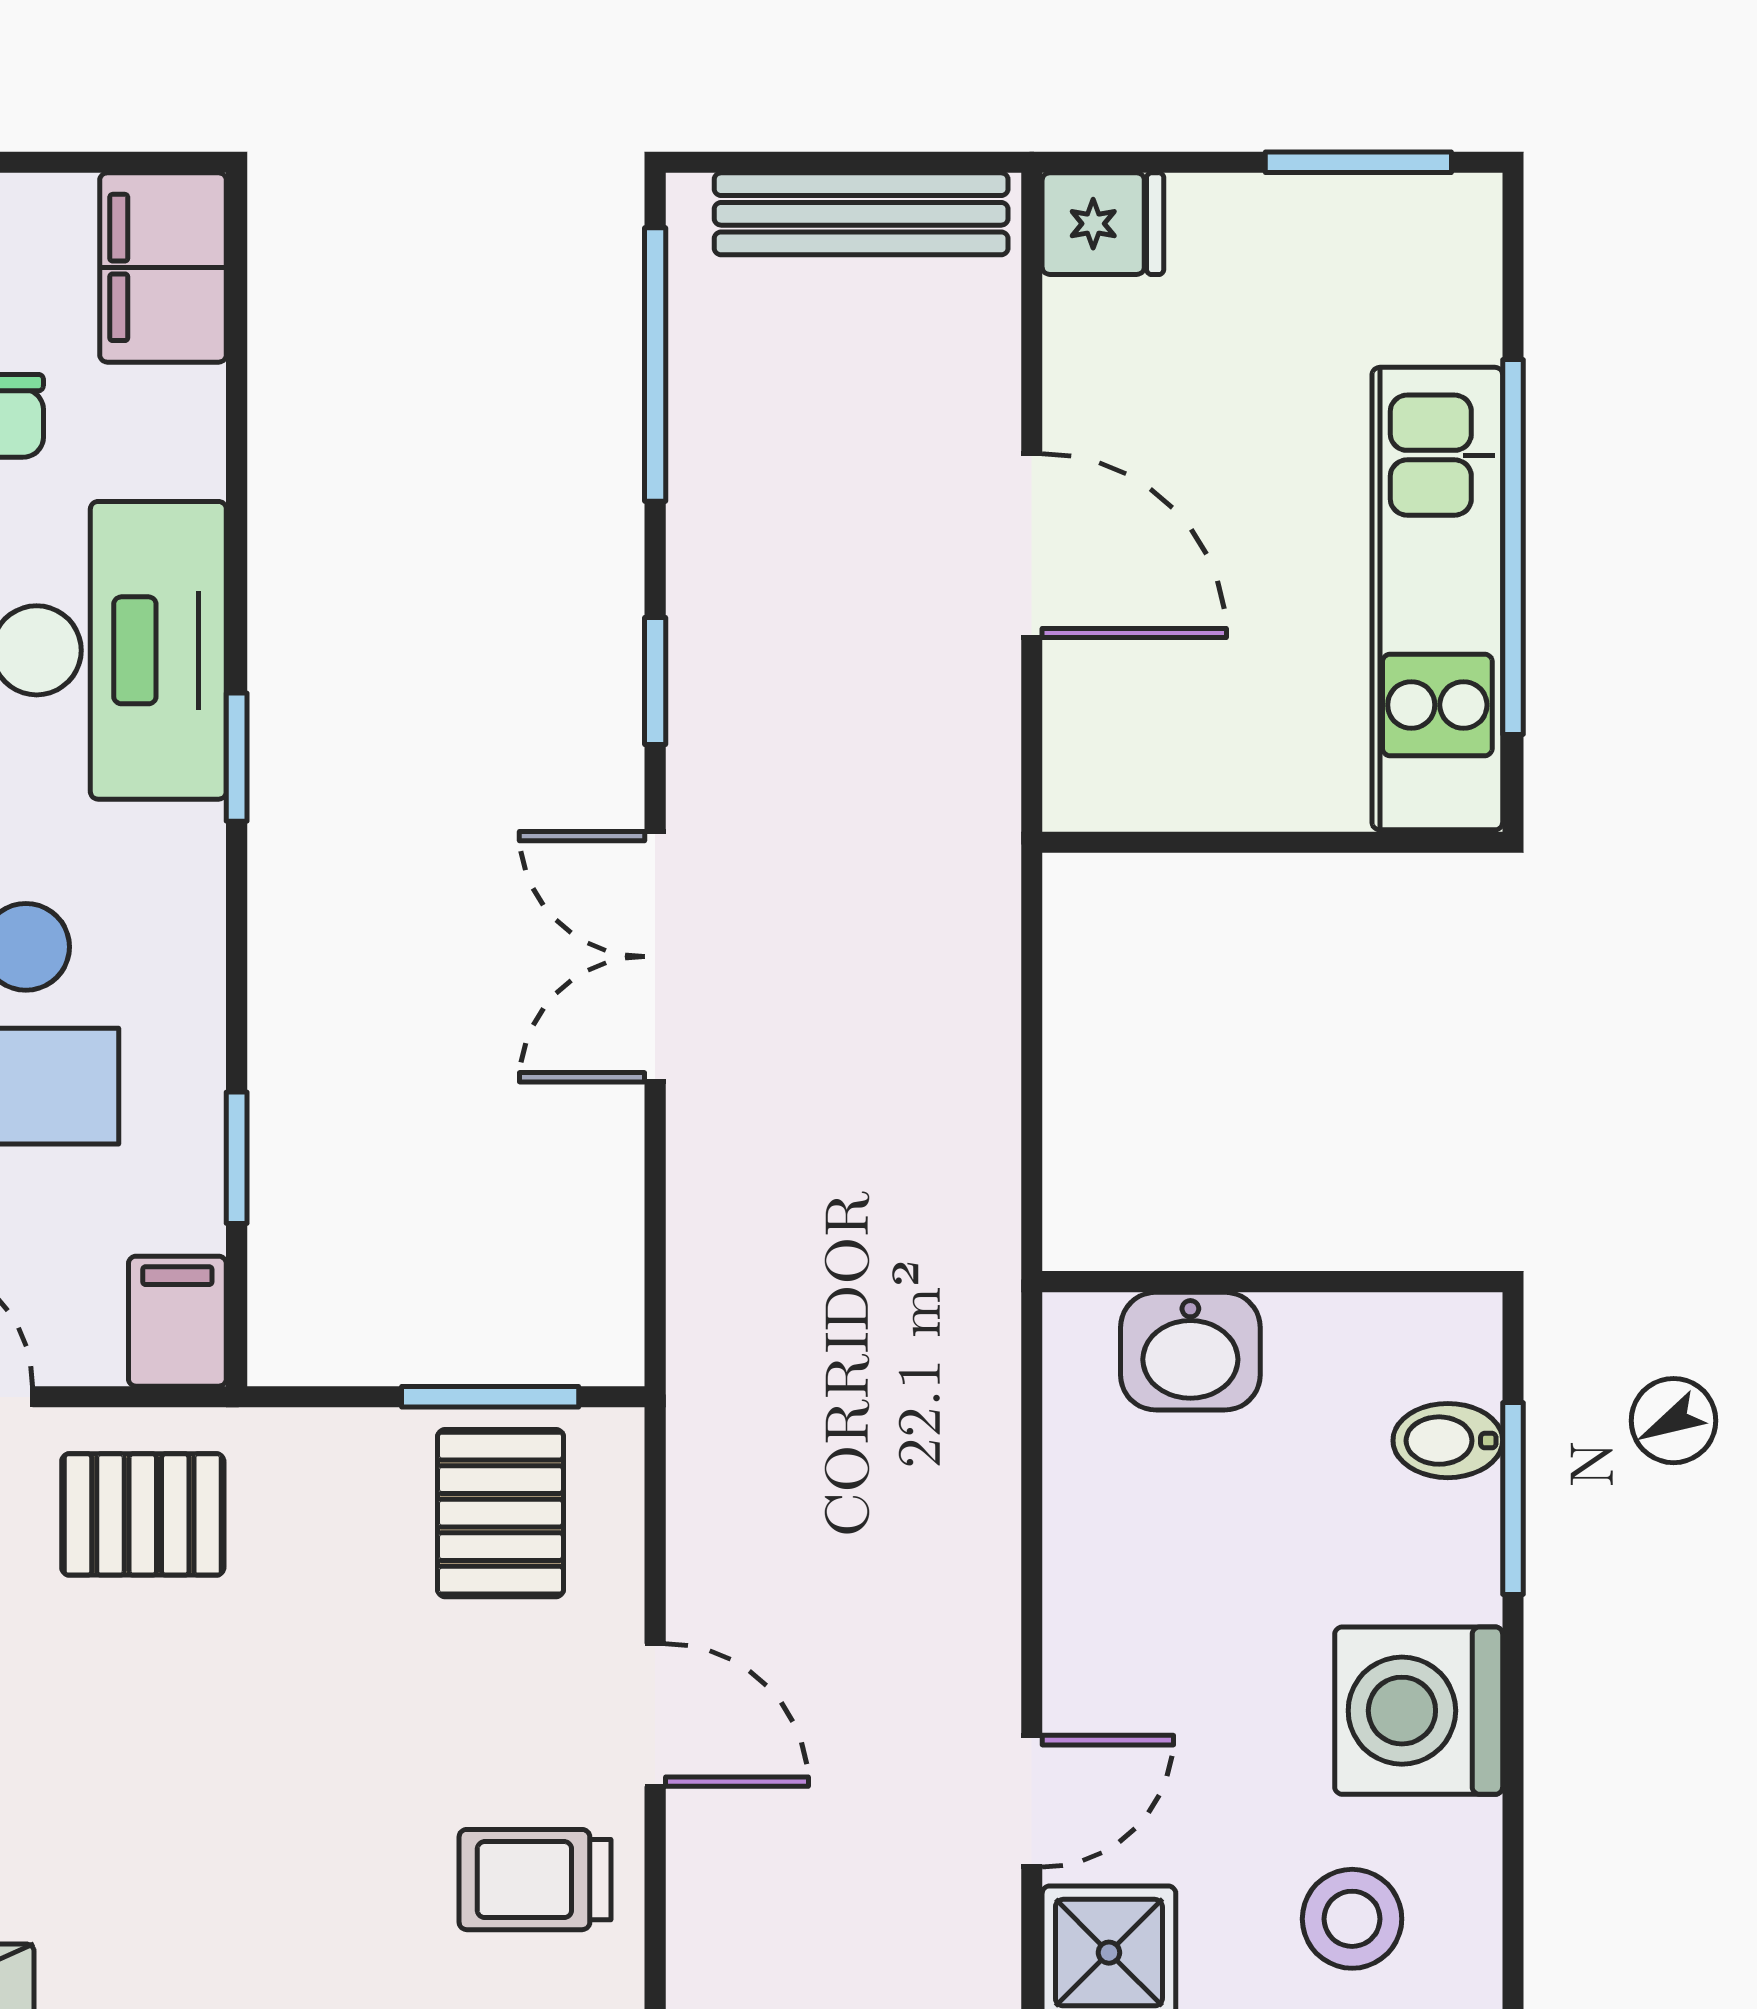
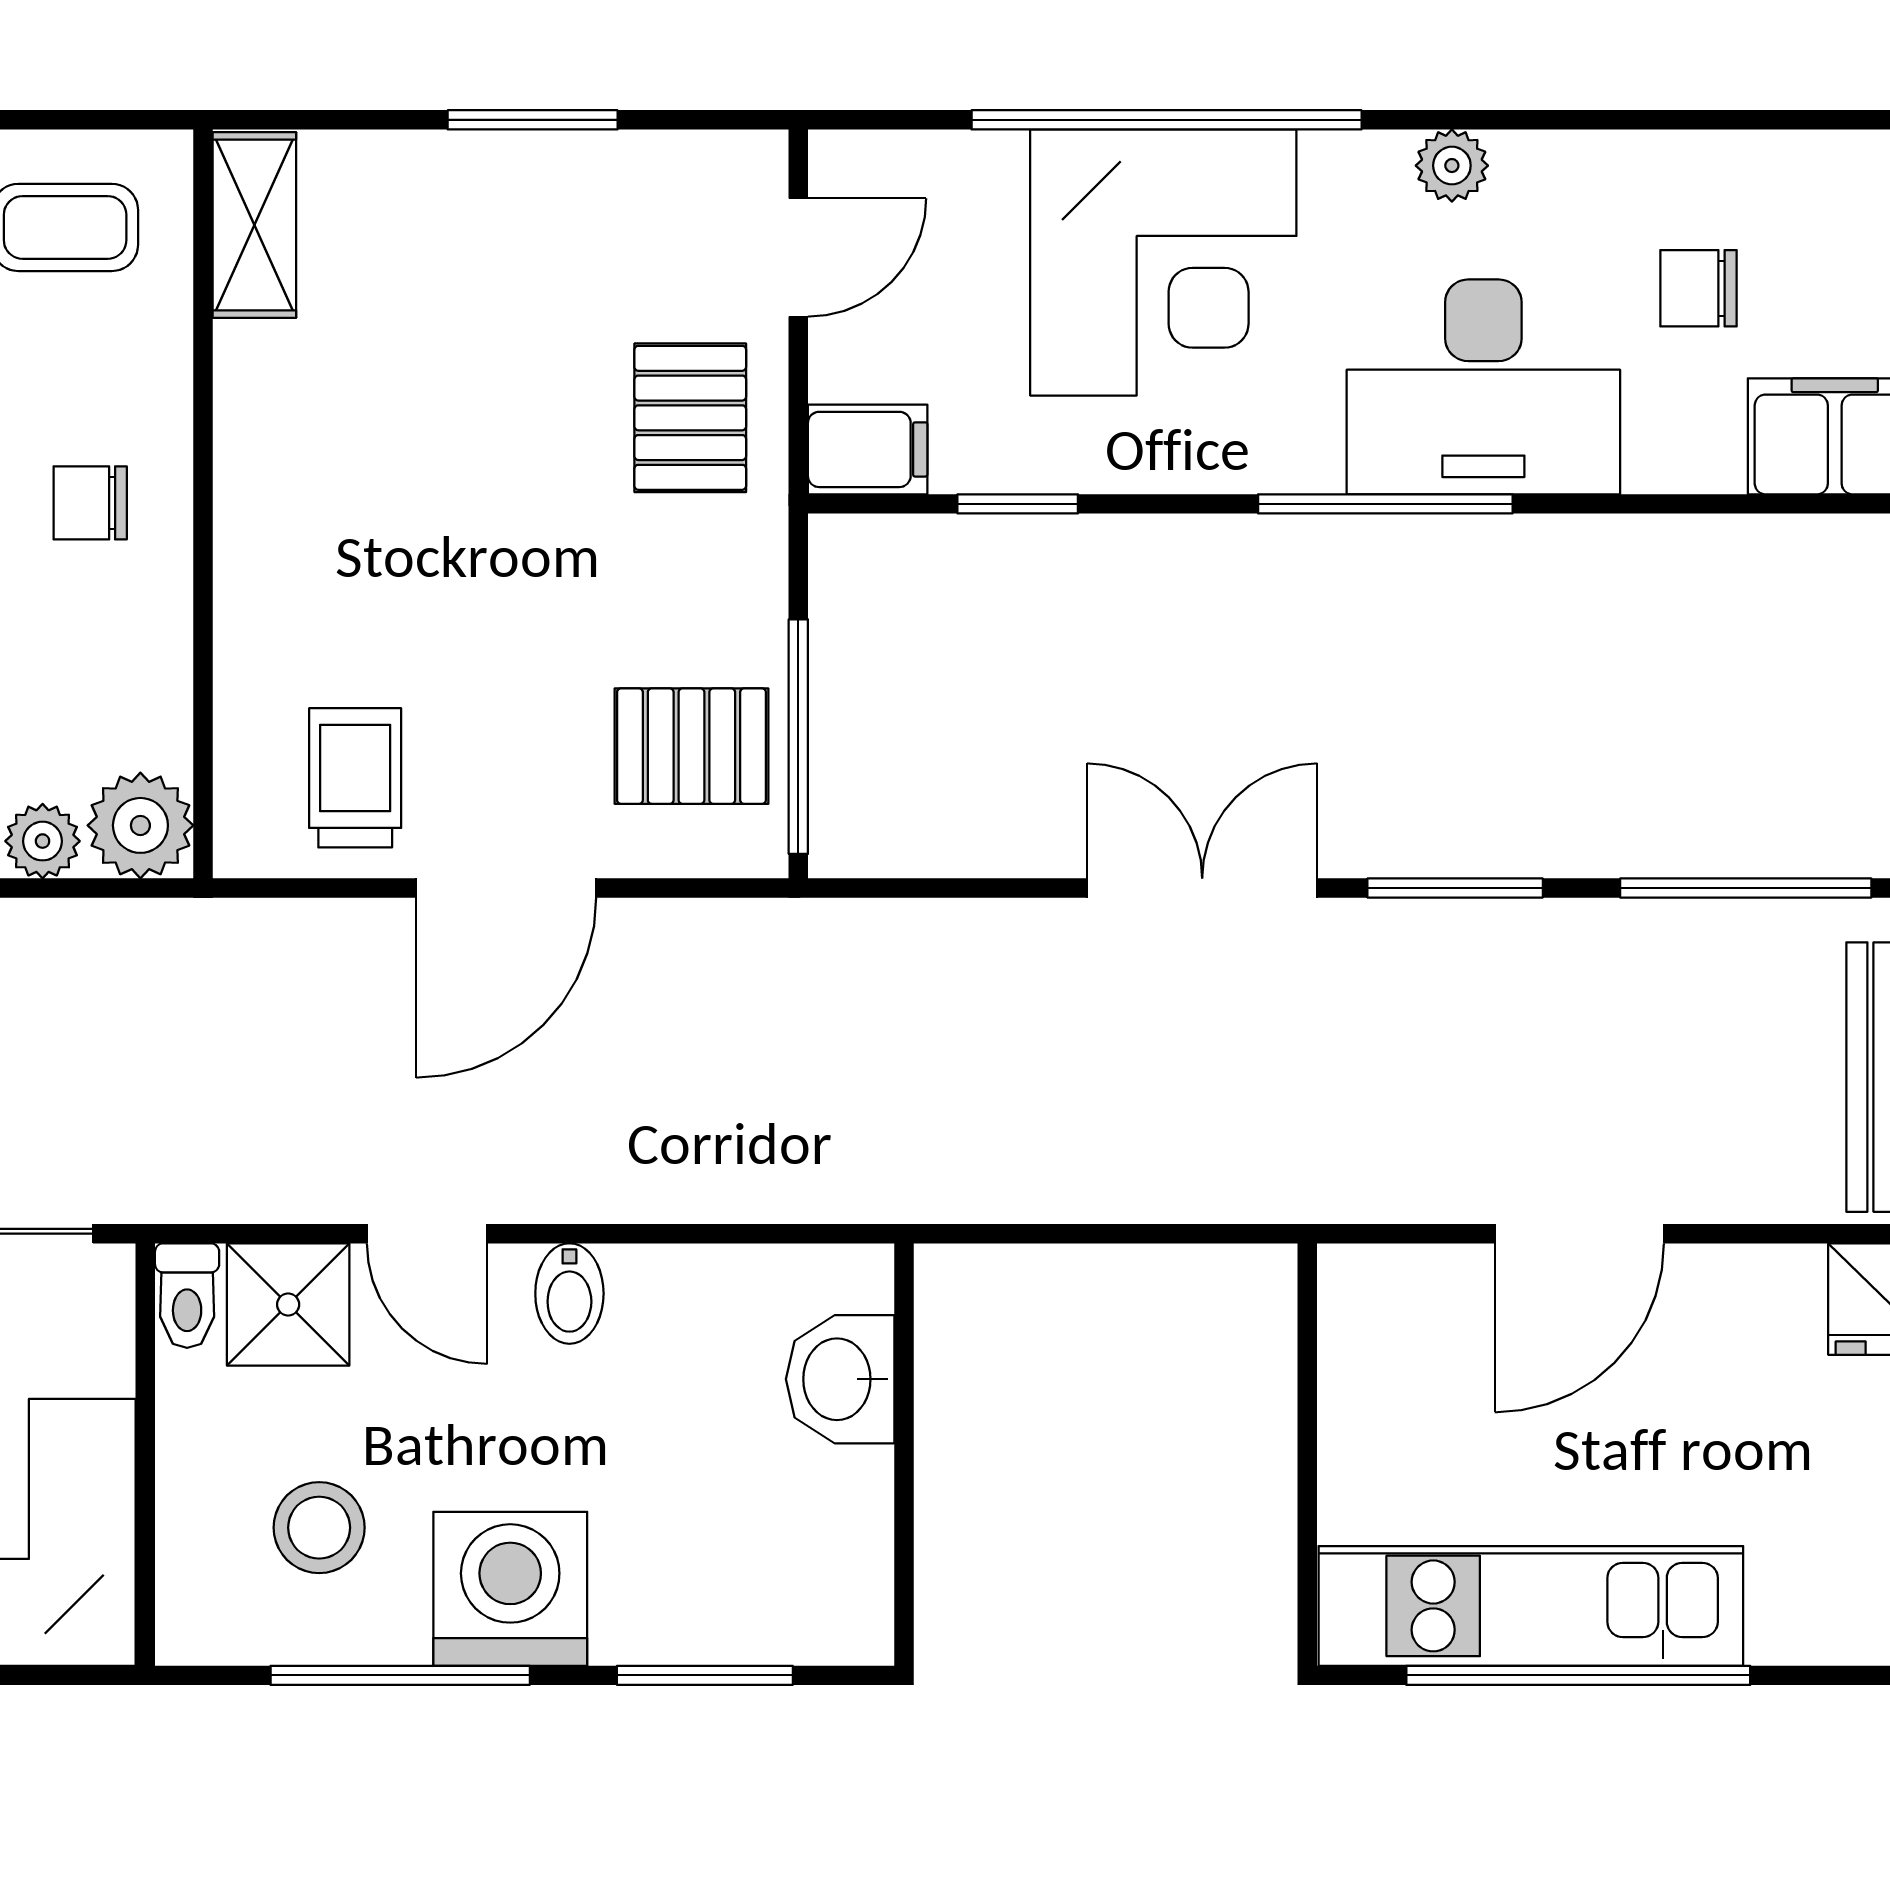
window: (655, 681) -> (1455, 888), width x1.50
window: (237, 757) -> (1385, 504), width x2.17
window: (490, 1397) -> (798, 737), width x1.44
bidet: (1448, 1441) -> (569, 1294), moved, turned 180
door: (655, 1715) -> (506, 888), width x1.38
window: (1513, 1831) -> (400, 1675), added

